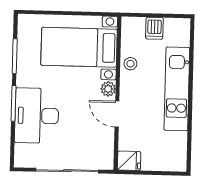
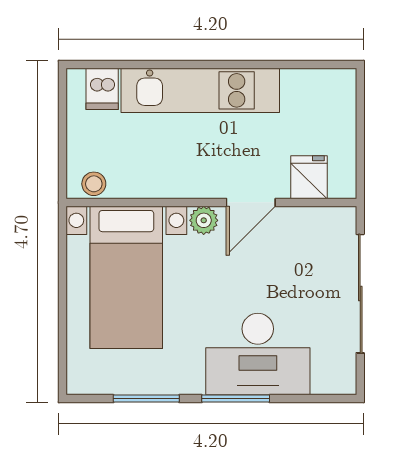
dishwasher: (154, 28) -> (102, 89), moved, turned 90
stool: (130, 64) -> (94, 184), moved
fridge: (129, 161) -> (309, 177), moved

